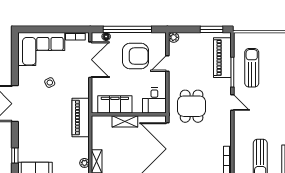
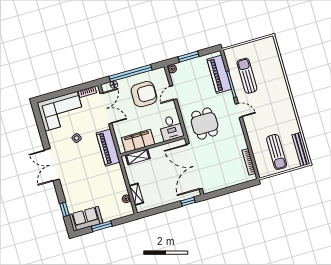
window: (211, 29) -> (188, 57), moved
piano: (81, 118) -> (108, 148), moved
shelving: (125, 121) -> (138, 157), moved

